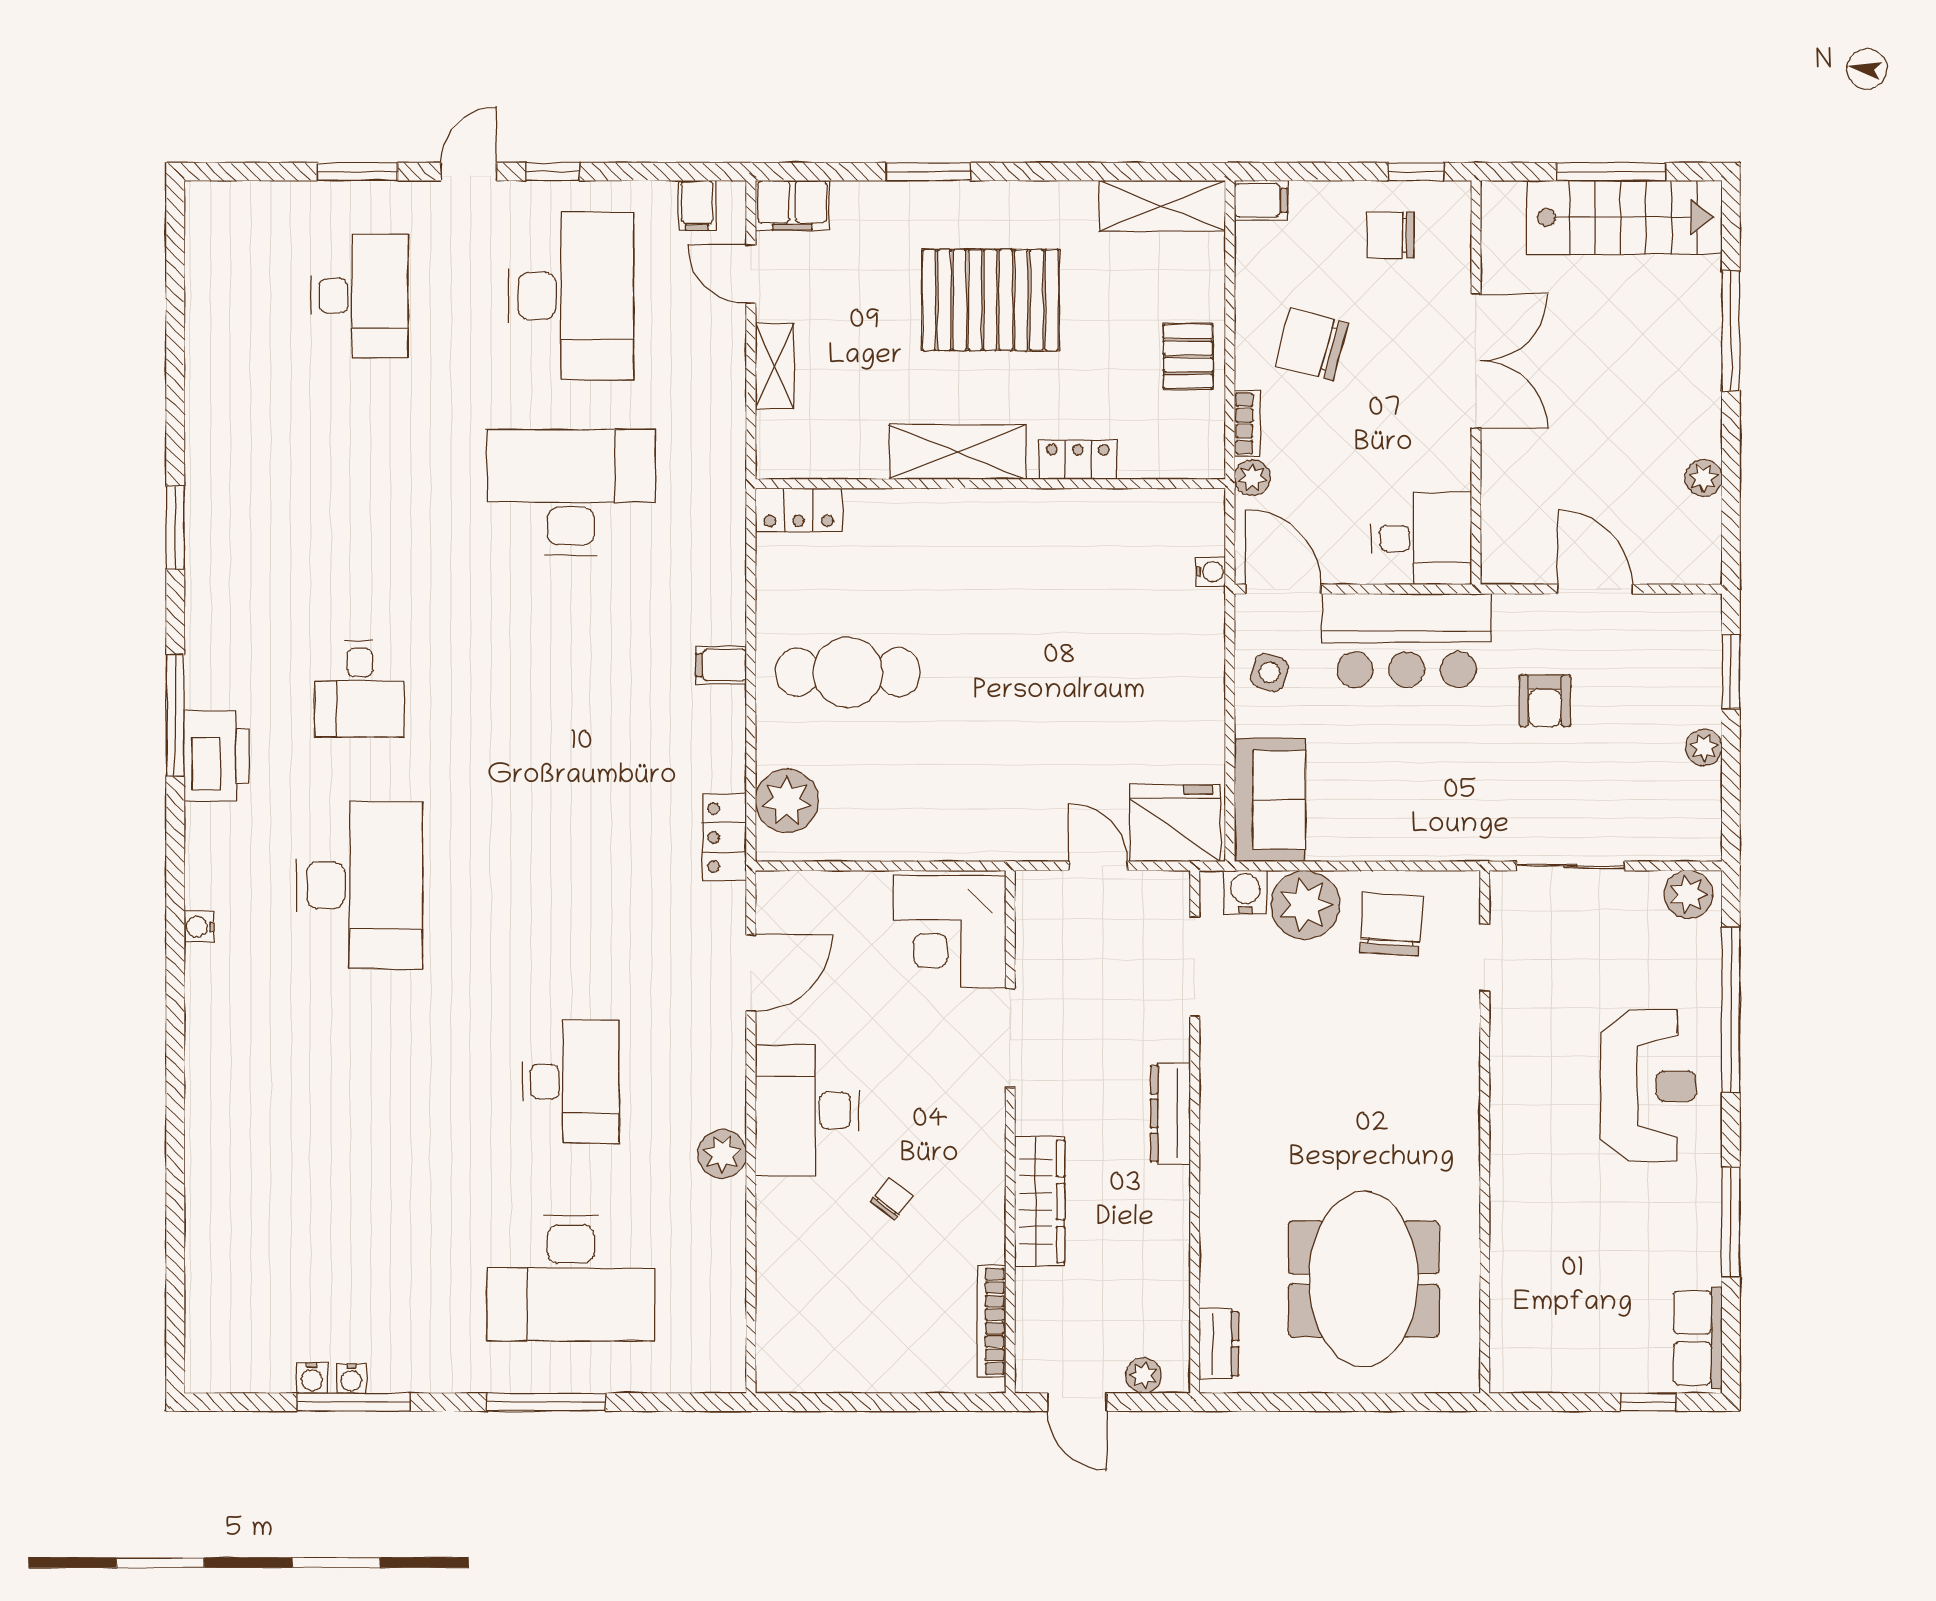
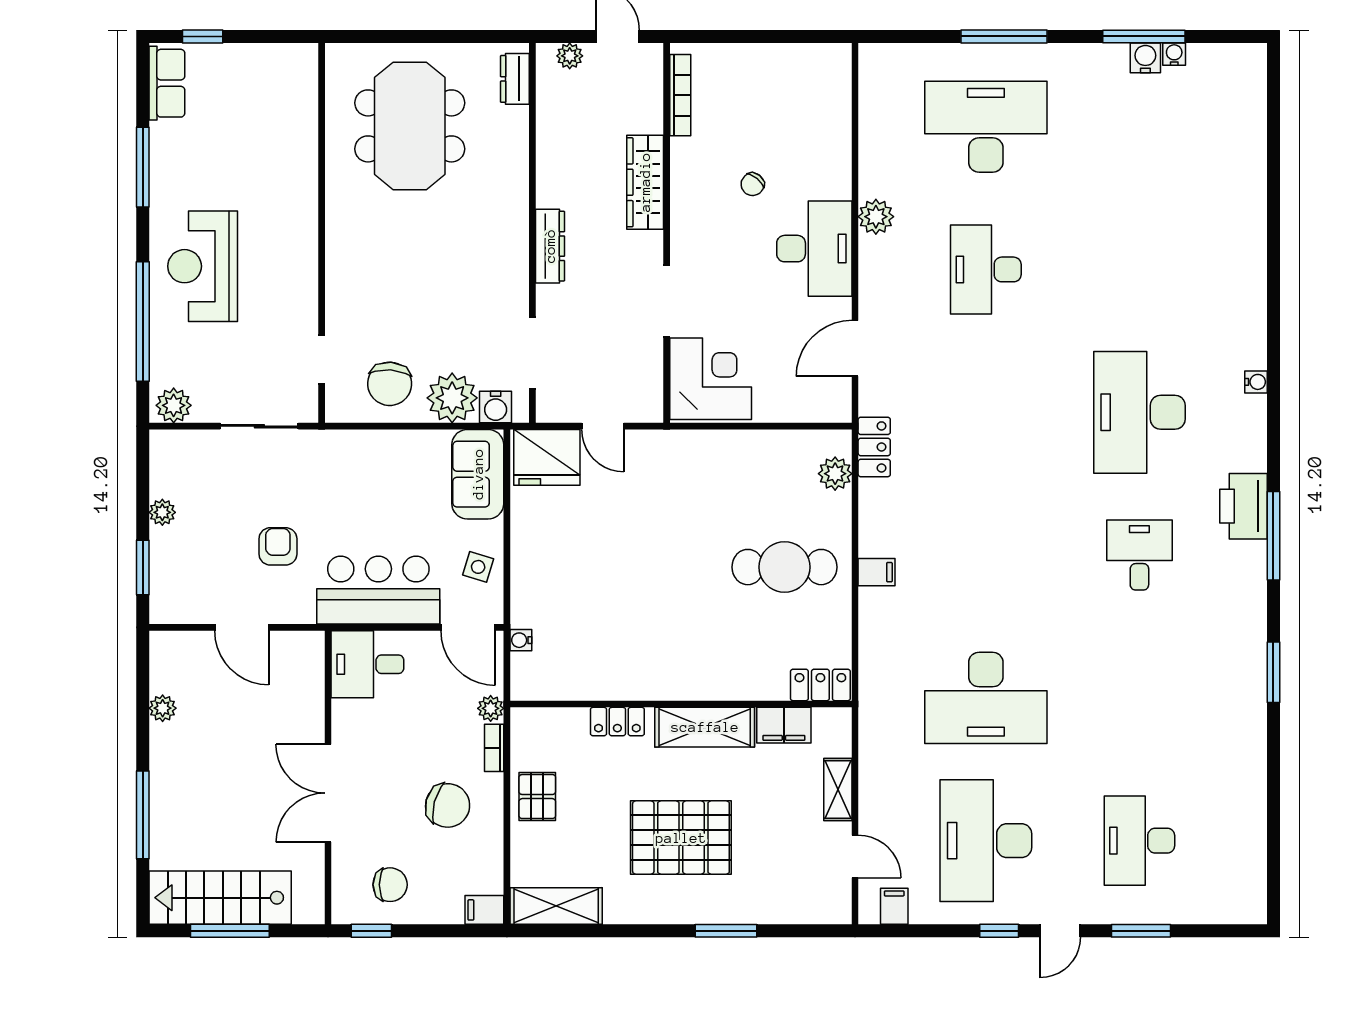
filing cabinet: (792, 205) -> (784, 725), moved, turned 180
plant: (787, 801) -> (835, 474), width x0.73, depth x0.73
water cooler: (351, 1378) -> (1145, 58), width x1.38, depth x1.38

